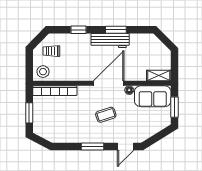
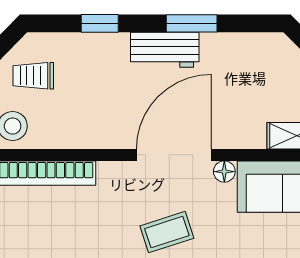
workbench: (110, 41) -> (165, 50), width x0.73

